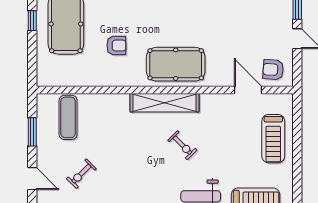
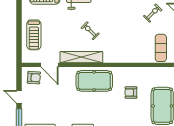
shelving: (165, 103) -> (81, 57), moved
treadmill: (273, 139) -> (34, 35), turned 180

